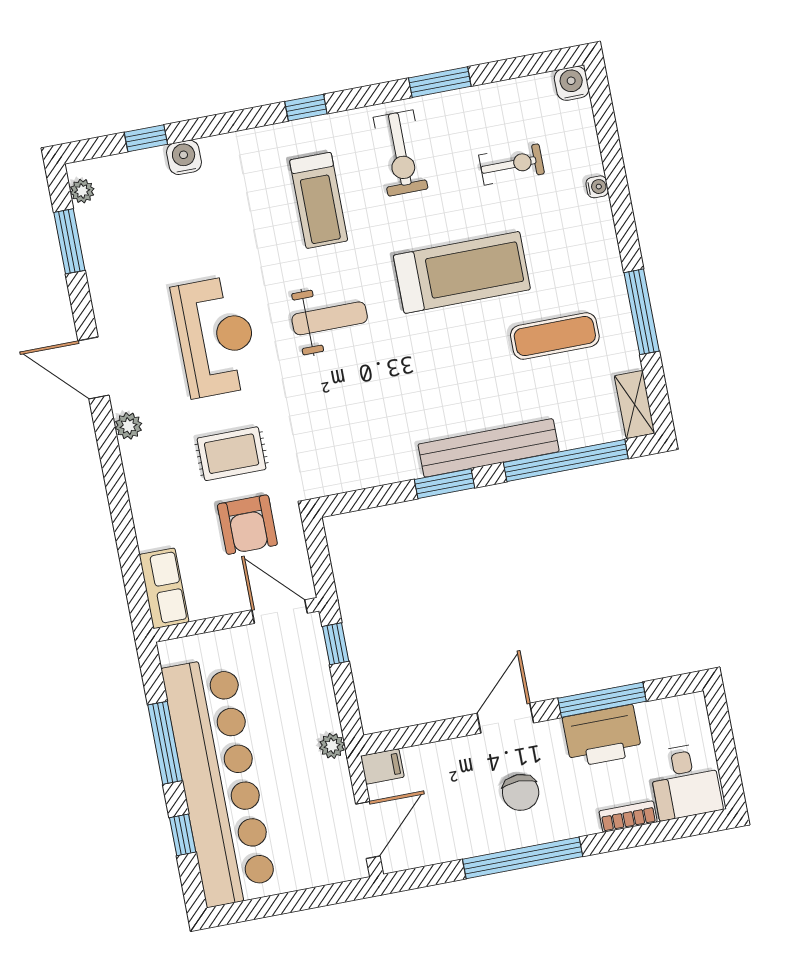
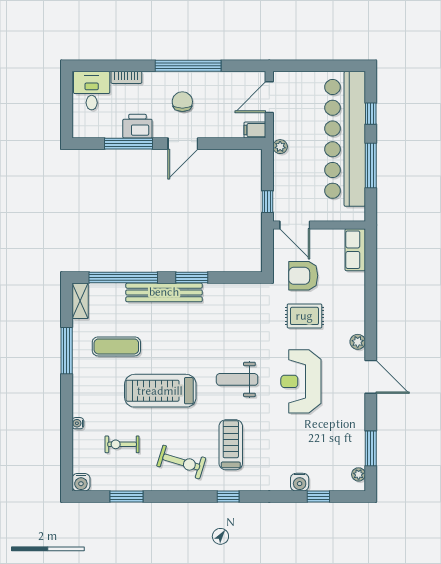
window: (440, 82) -> (127, 497), moved
exercise bike: (401, 153) -> (181, 462), turned 107
armchair: (247, 525) -> (303, 276), turned -90
printer: (602, 736) -> (137, 126), width x0.73, depth x0.84

